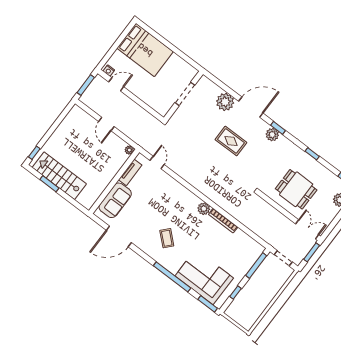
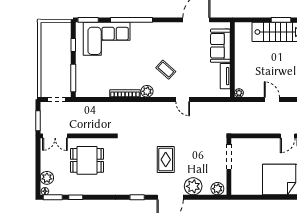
doorway: (185, 94) -> (229, 157), moved
plant: (272, 135) -> (217, 189), moved
rug: (231, 141) -> (166, 160), turned 90
window: (312, 154) -> (76, 197), moved
door: (157, 162) -> (183, 100), moved
coffee table: (167, 238) -> (166, 70), moved

